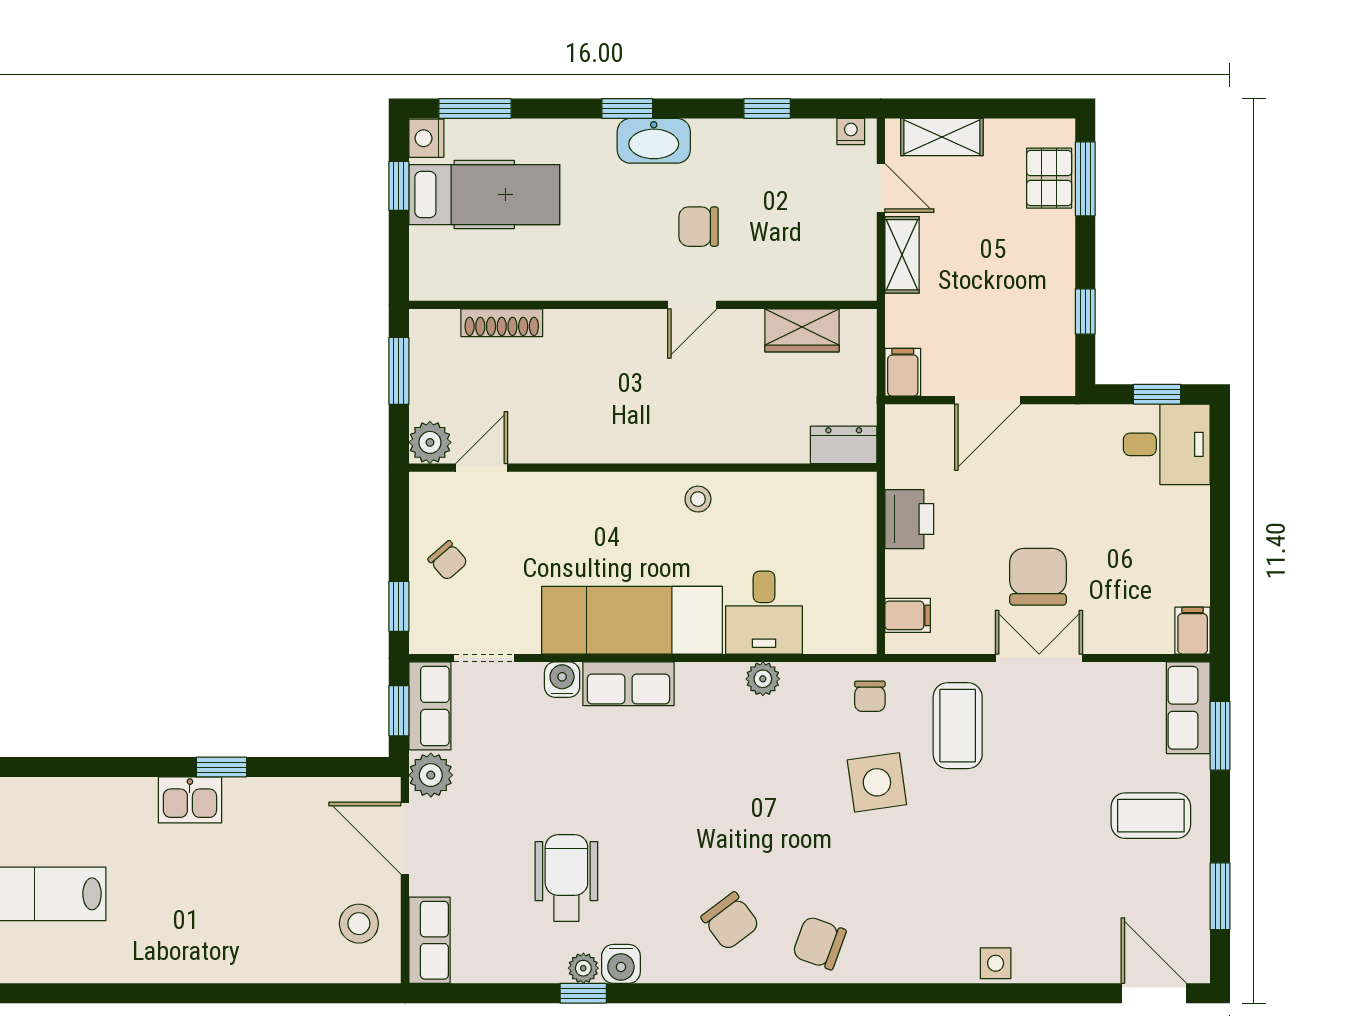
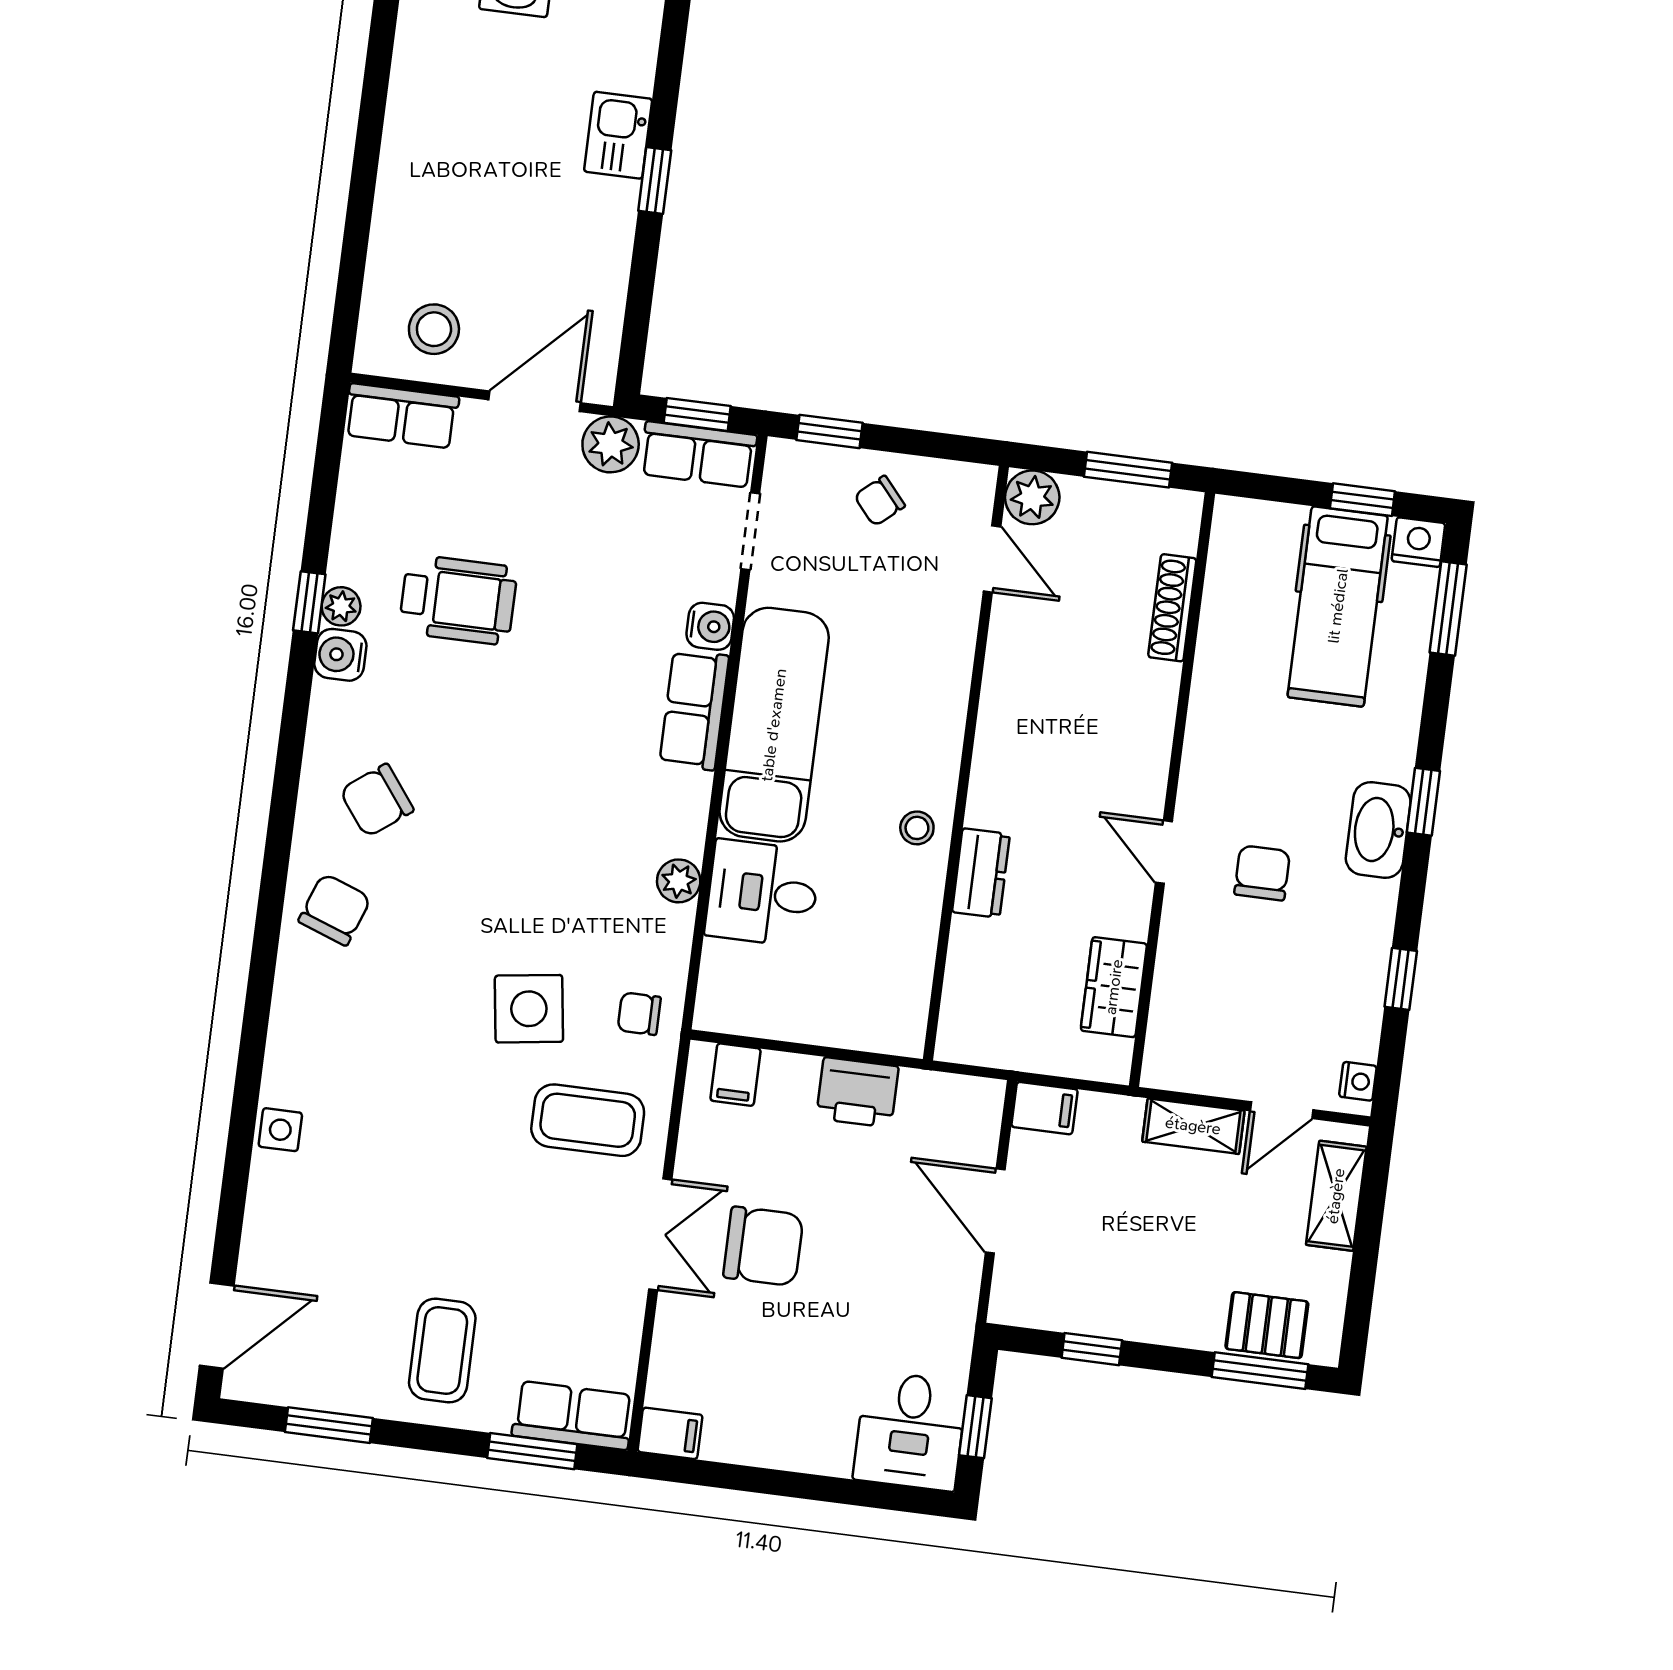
dresser: (844, 445) -> (981, 873), moved

